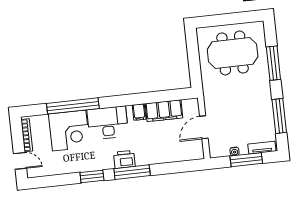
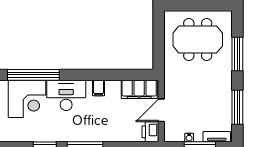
filing cabinet: (164, 111) -> (139, 89), moved
printer: (124, 159) -> (150, 132), moved, turned -90

